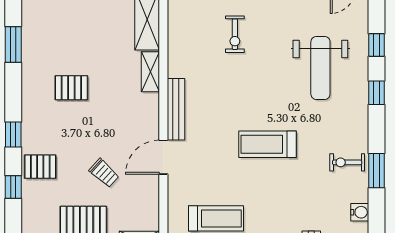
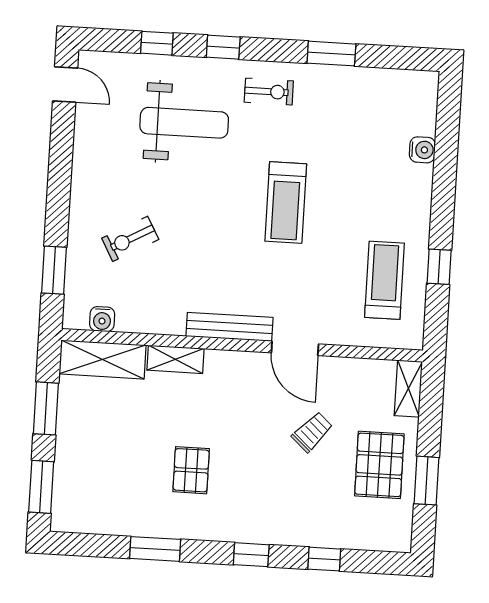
exercise bike: (235, 34) -> (130, 239), turned 151
window: (13, 45) -> (155, 549), moved
exercise bike: (347, 162) -> (269, 92), moved, turned -90
pallet: (40, 167) -> (298, 520), removed
water cooler: (360, 212) -> (102, 319), moved, turned 180

